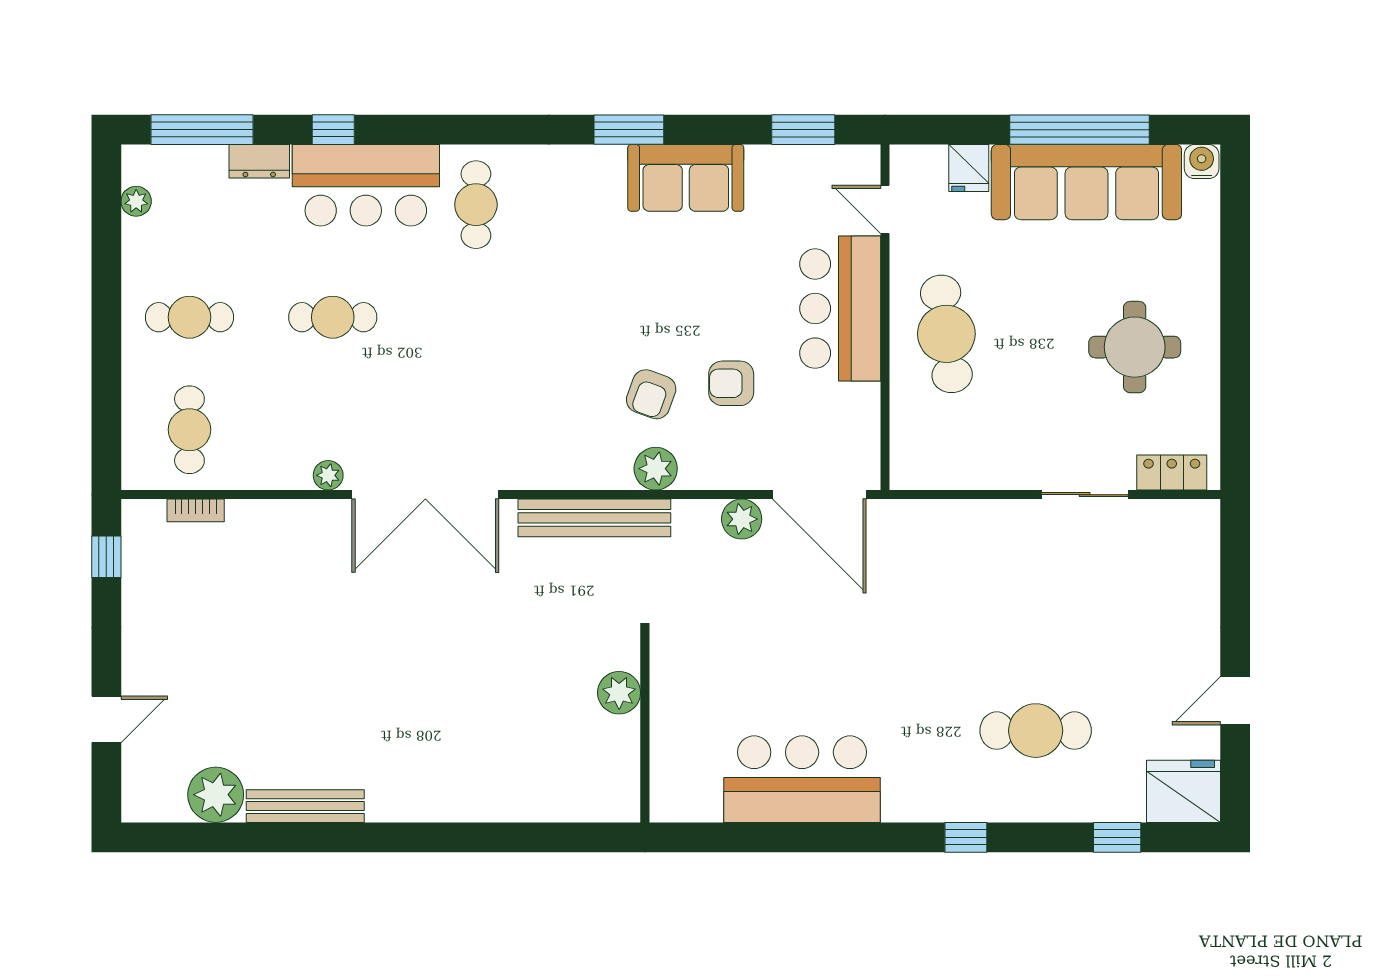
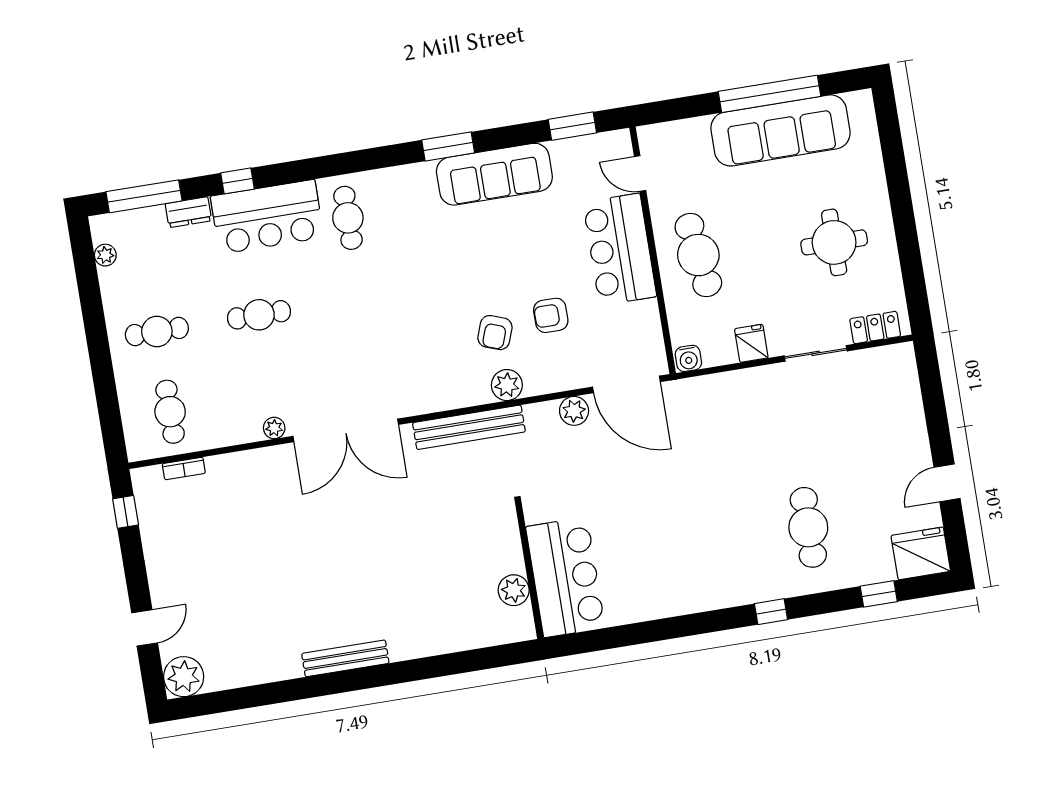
water cooler: (1202, 162) -> (688, 358), moved, turned 180
fridge: (969, 168) -> (751, 343), moved, turned 180
sofa: (686, 178) -> (494, 174), width x1.36
plant: (619, 693) -> (514, 590), moved
cafe table: (1036, 731) -> (808, 527), turned 90
bar counter: (802, 779) -> (565, 577), moved, turned 90
plant: (216, 795) -> (184, 677), moved
bench: (305, 806) -> (345, 658), moved

